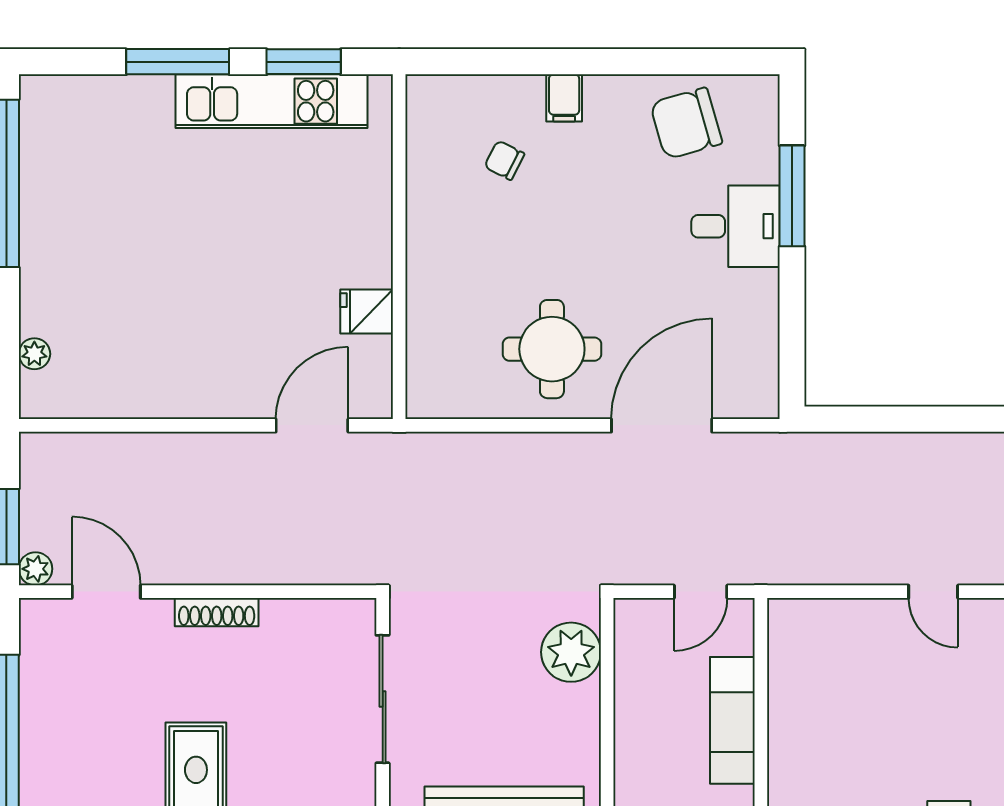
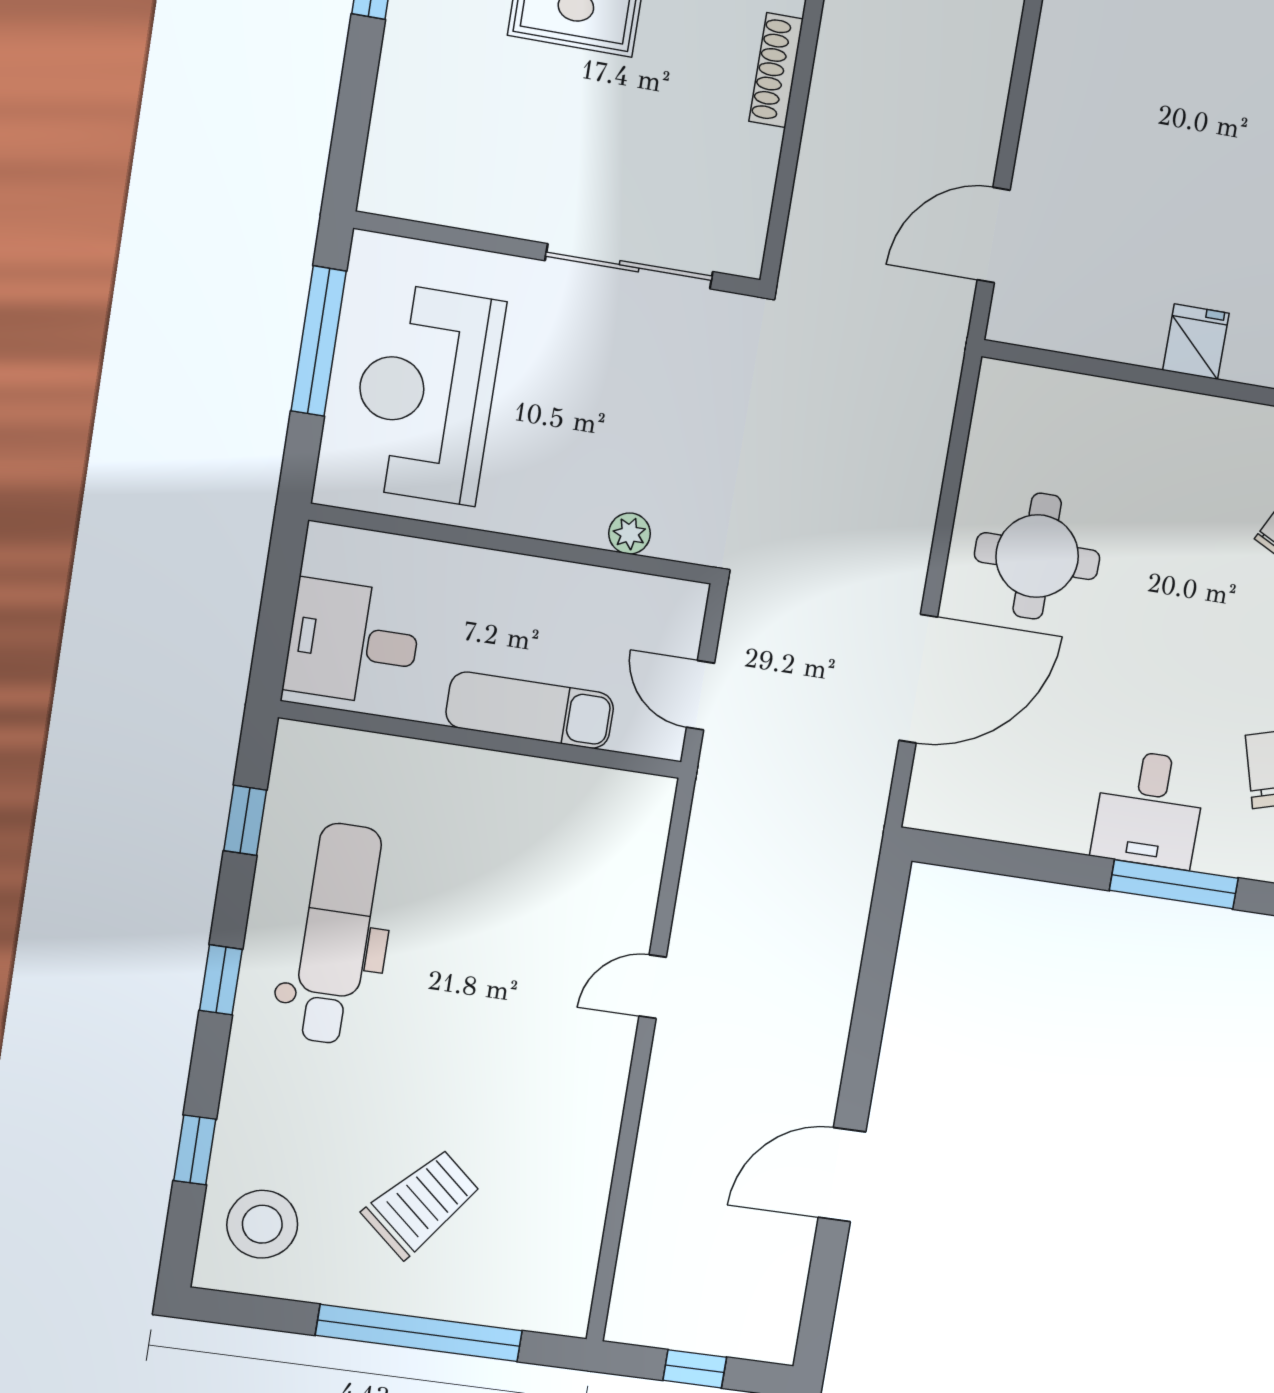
fridge: (367, 312) -> (1196, 342), moved
door: (312, 425) -> (994, 235), swing flipped
door: (662, 425) -> (918, 679), hinge flipped
plant: (571, 652) -> (630, 534), width x0.53, depth x0.53

